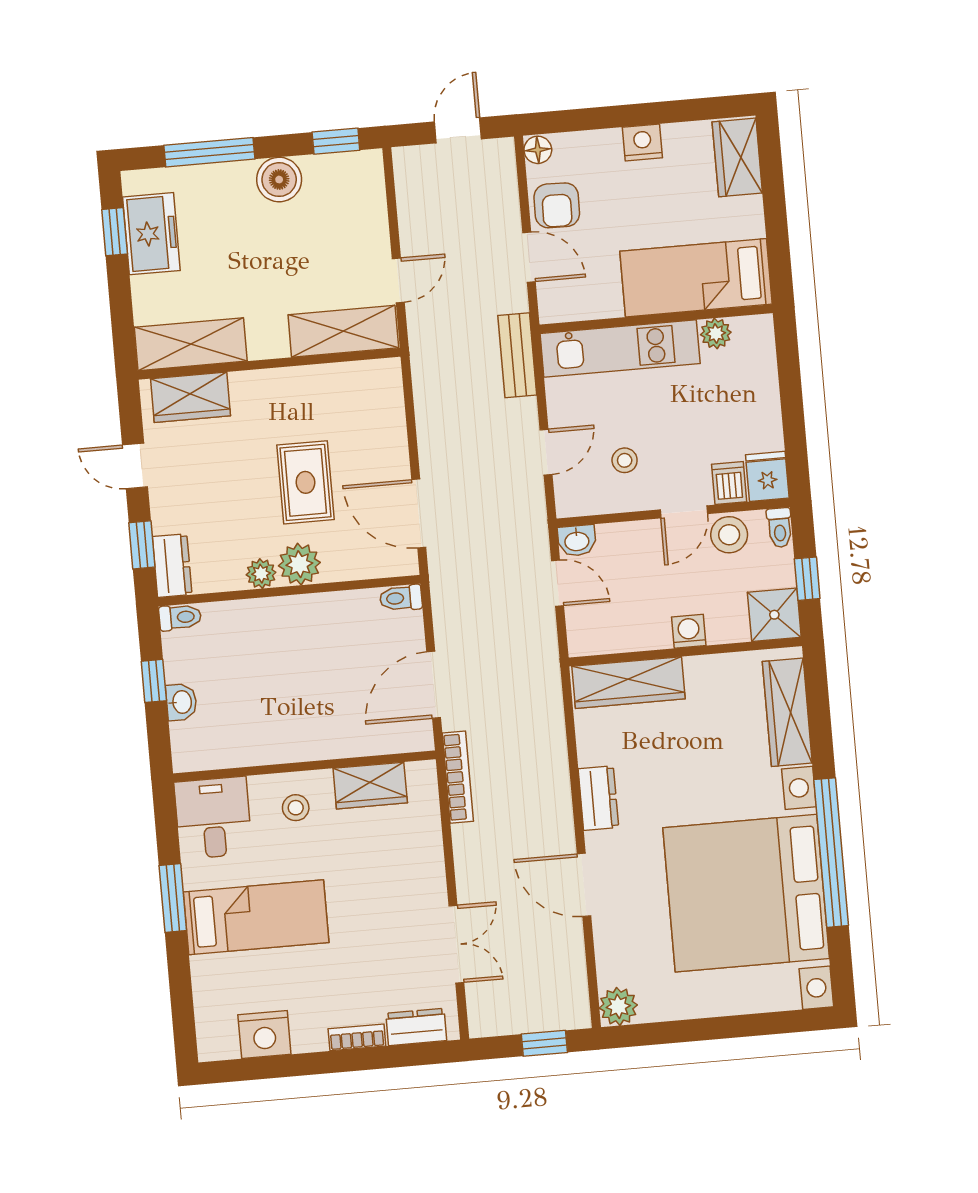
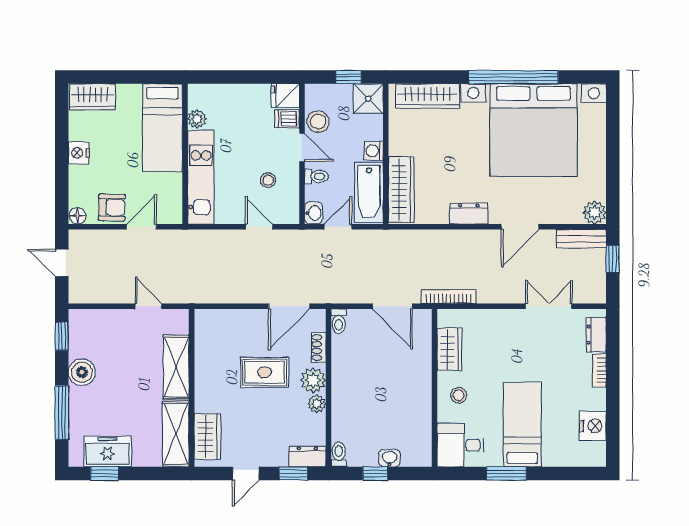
shelving: (343, 331) -> (176, 367), moved
bench: (517, 355) -> (581, 239), moved
toilet: (780, 528) -> (316, 176), moved
shoe rack: (354, 568) -> (319, 348), added
bathtub: (619, 629) -> (369, 192), added

